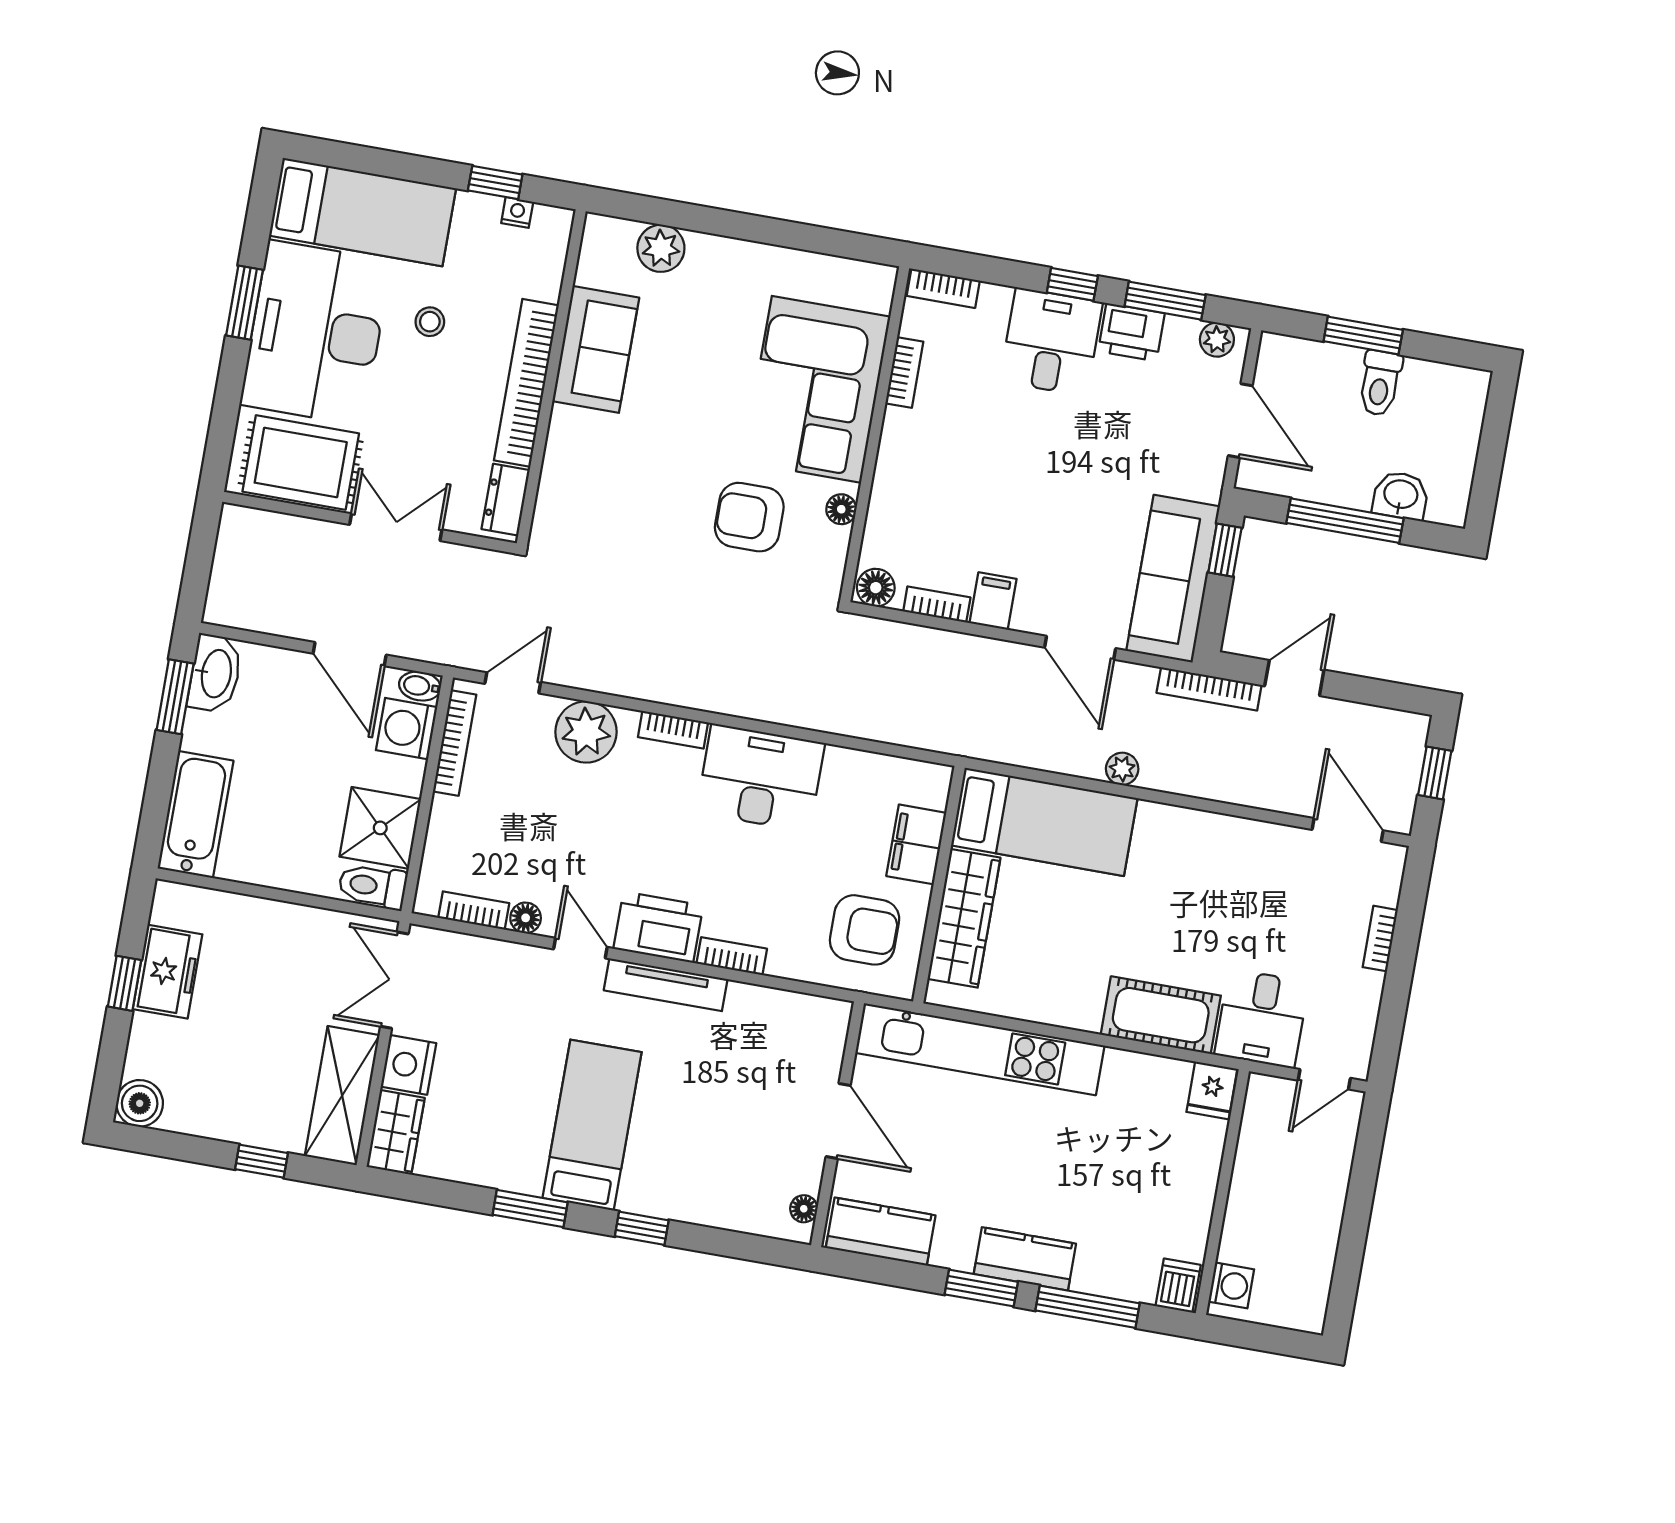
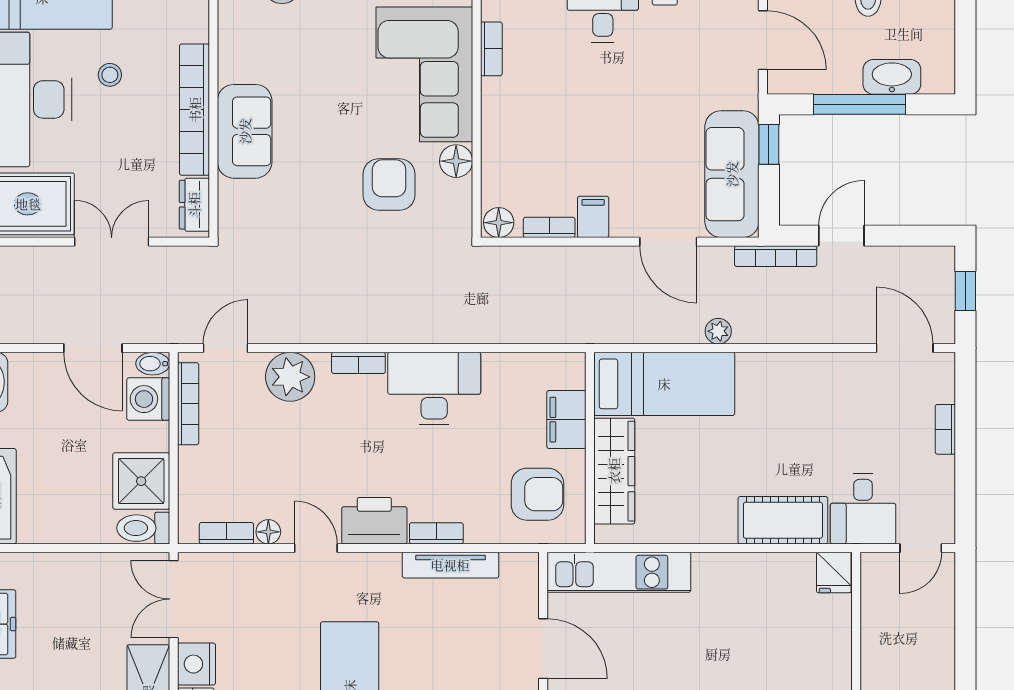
sofa: (596, 349) -> (245, 131), moved
washbasin: (1401, 495) -> (892, 77), width x1.38
floor lamp: (841, 509) -> (456, 161), width x1.37, depth x1.37
armchair: (749, 517) -> (389, 185), turned 90
tv unit: (666, 985) -> (450, 565), moved
kitchen unit: (980, 1049) -> (619, 572), width x0.73

